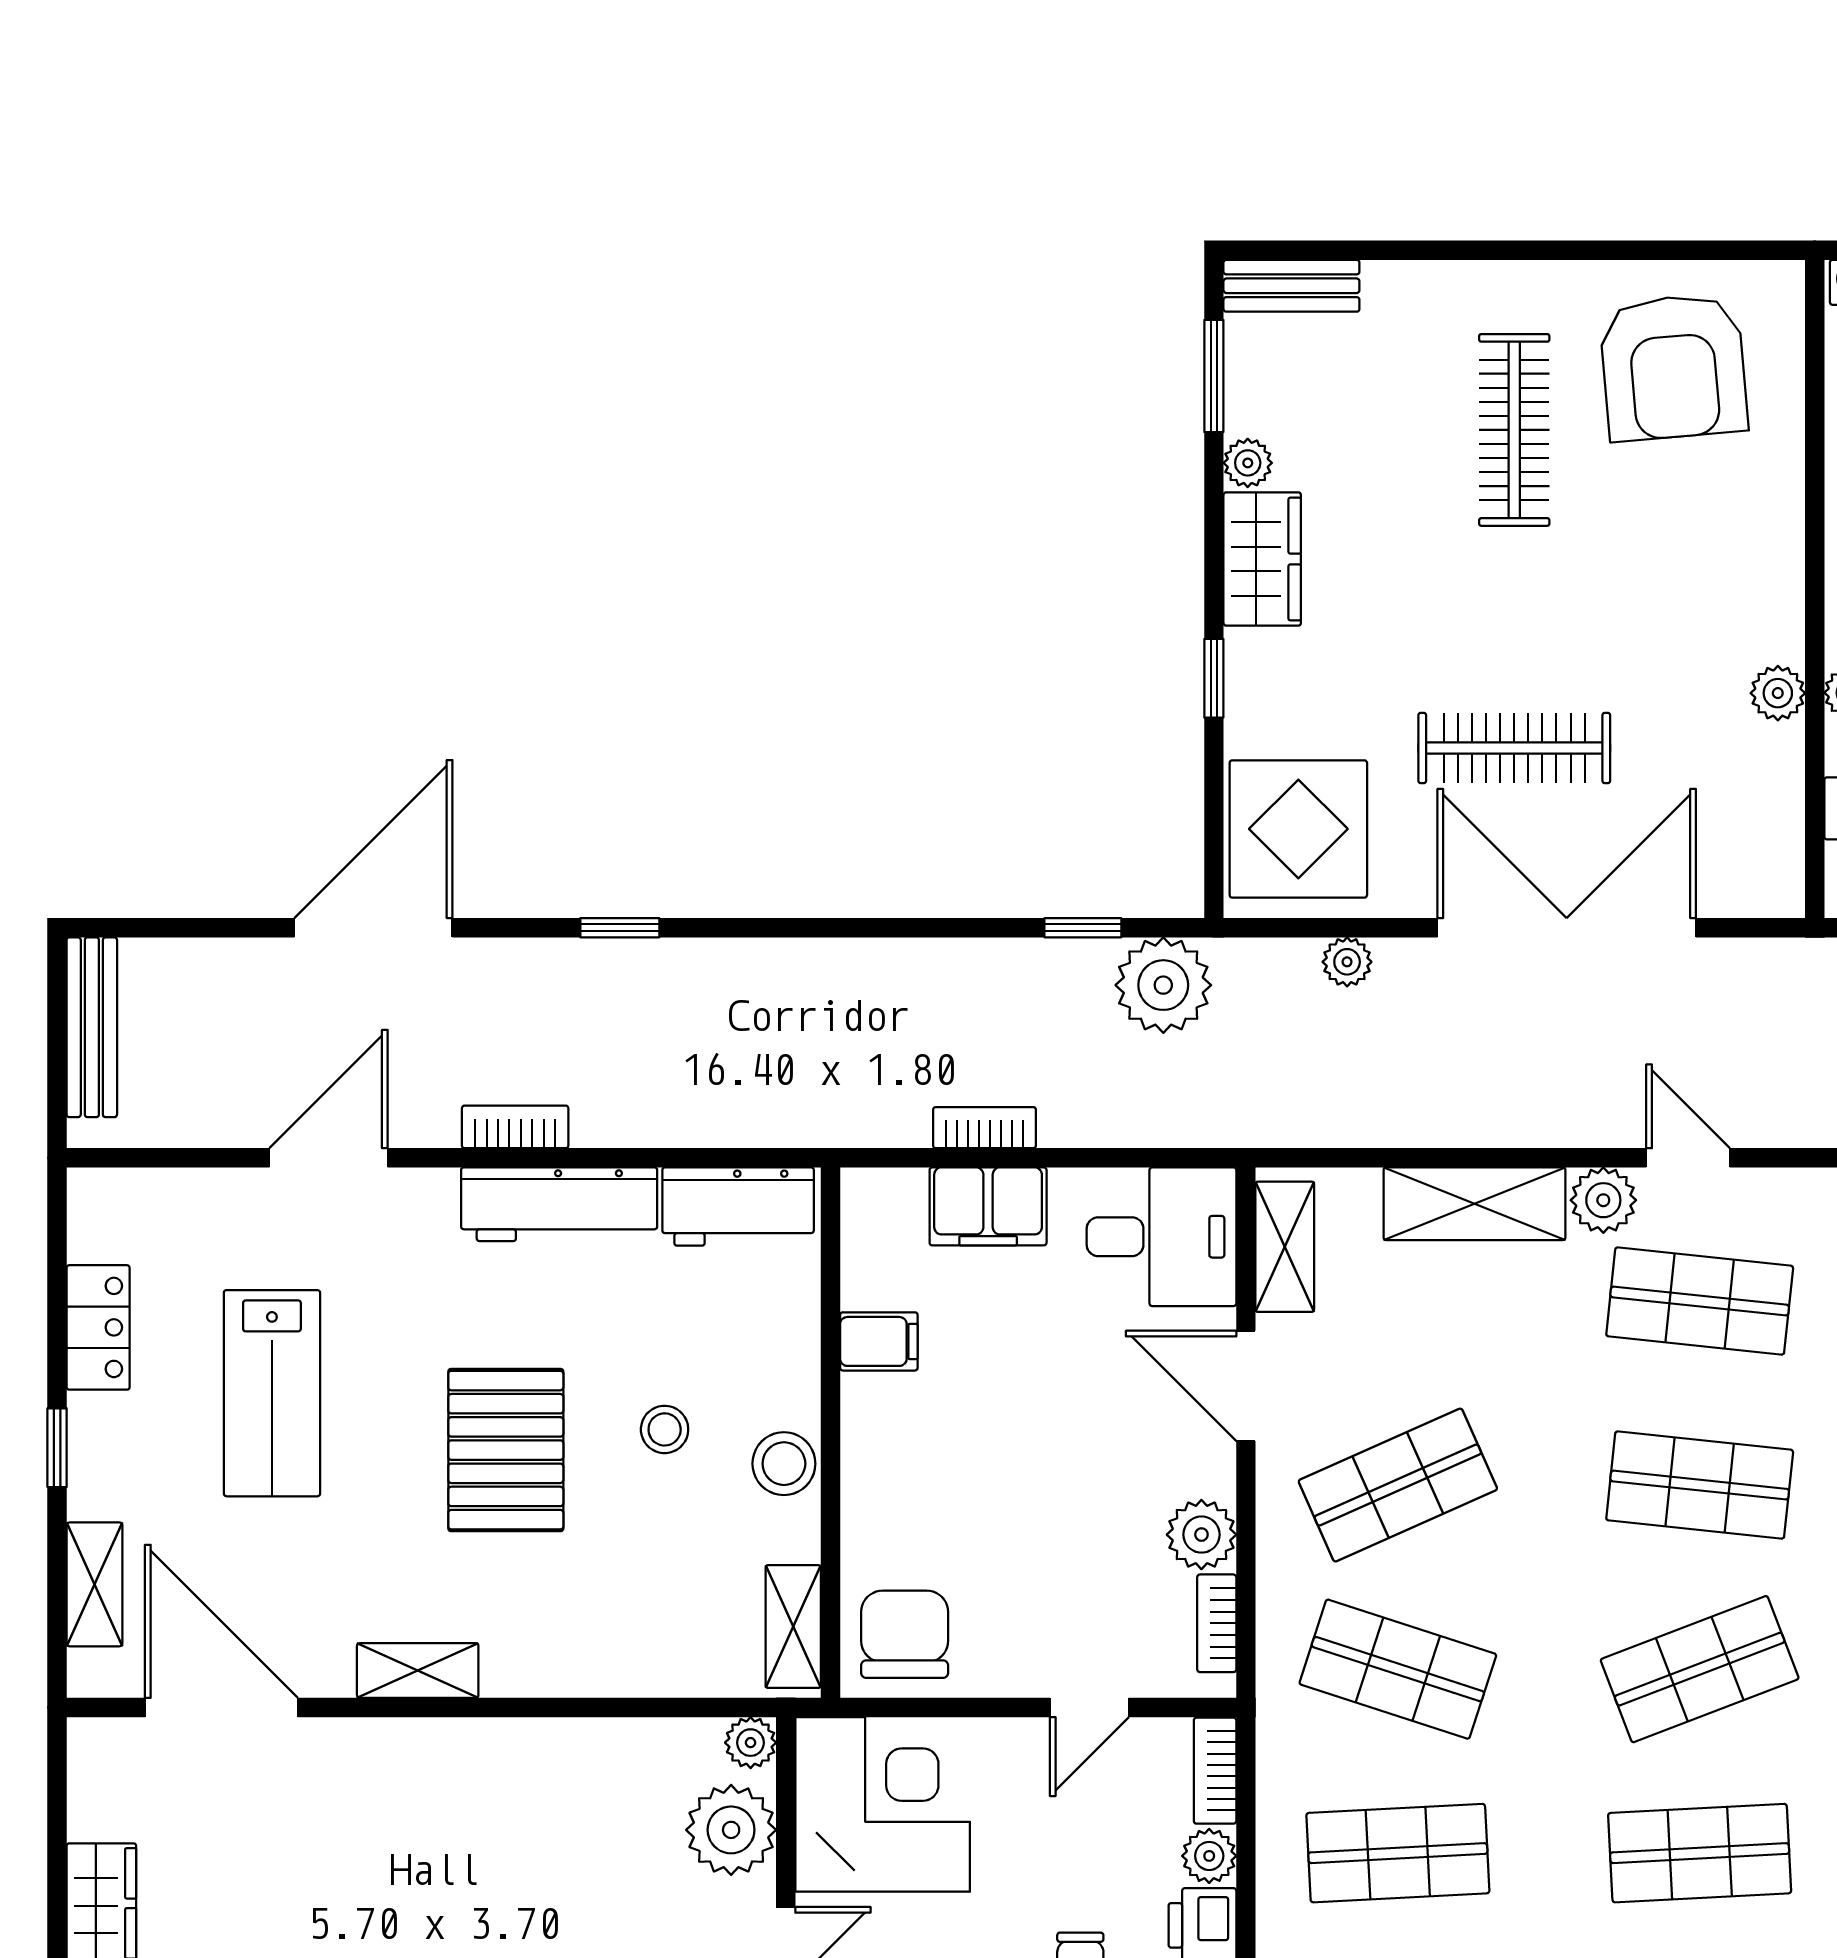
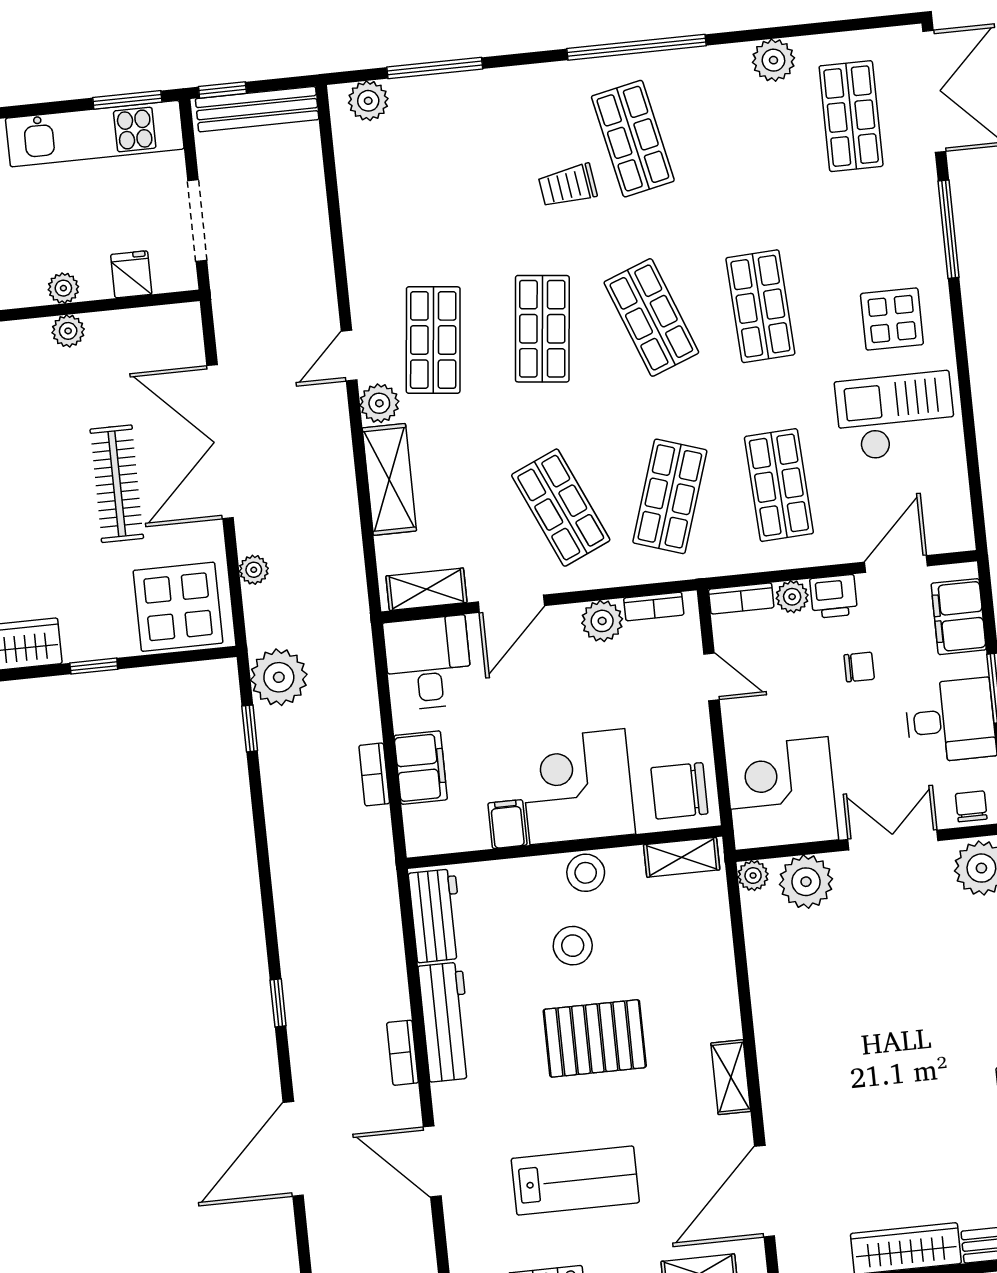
door: (373, 928) -> (293, 1149), hinge flipped
stool: (665, 1429) -> (573, 946), width x1.37, depth x1.37
corner desk: (929, 1465) -> (577, 787), added

